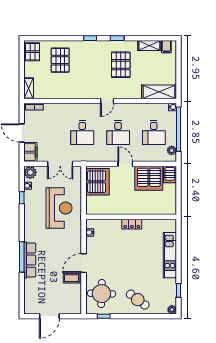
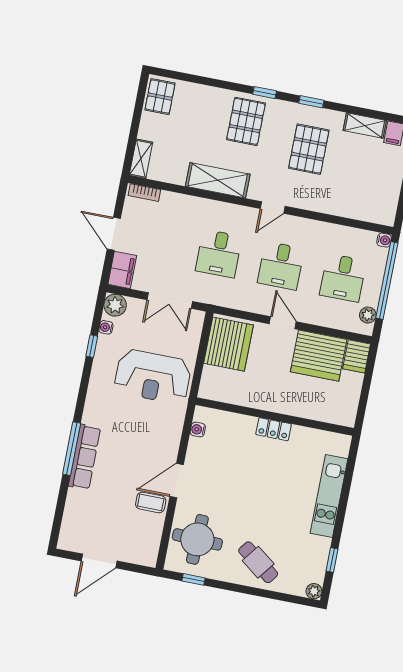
pallet: (60, 60) -> (246, 121), moved
shelving: (159, 92) -> (218, 180), moved
reception desk: (59, 208) -> (153, 377), turned 90

